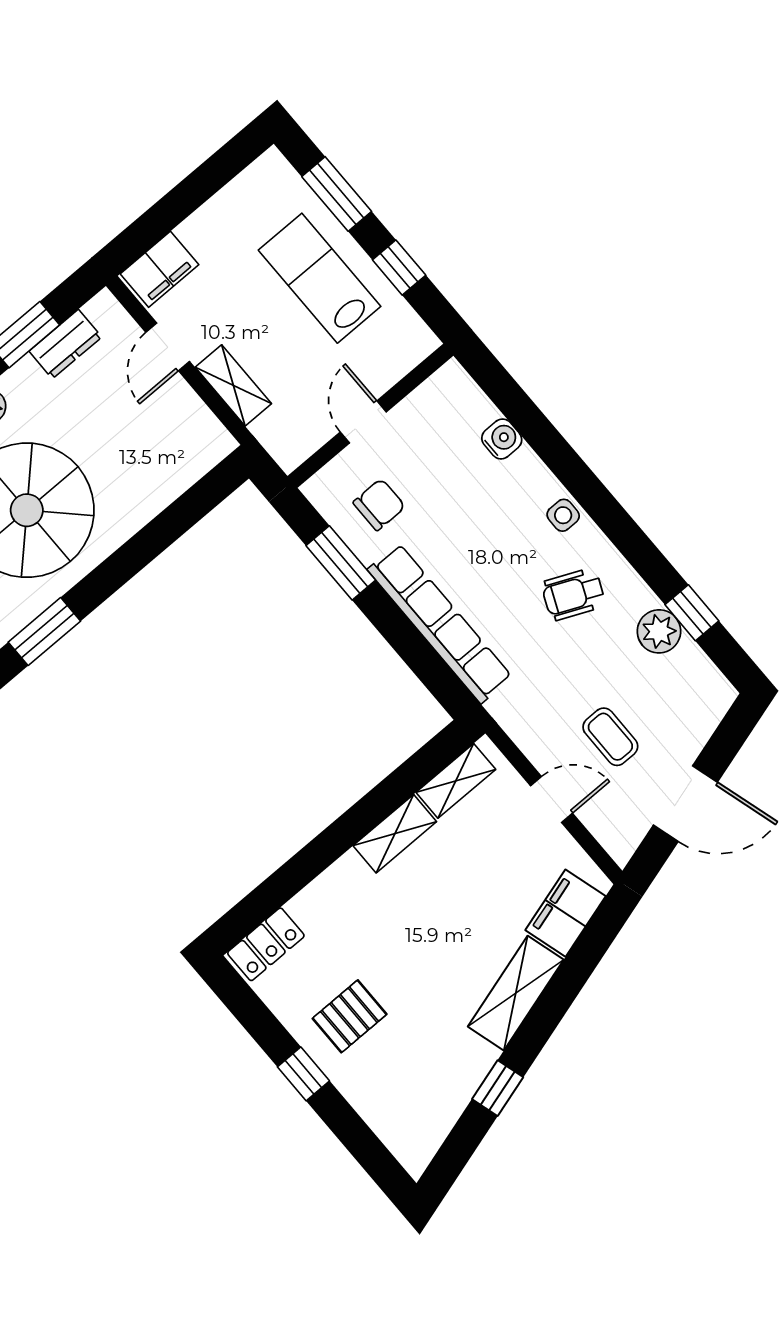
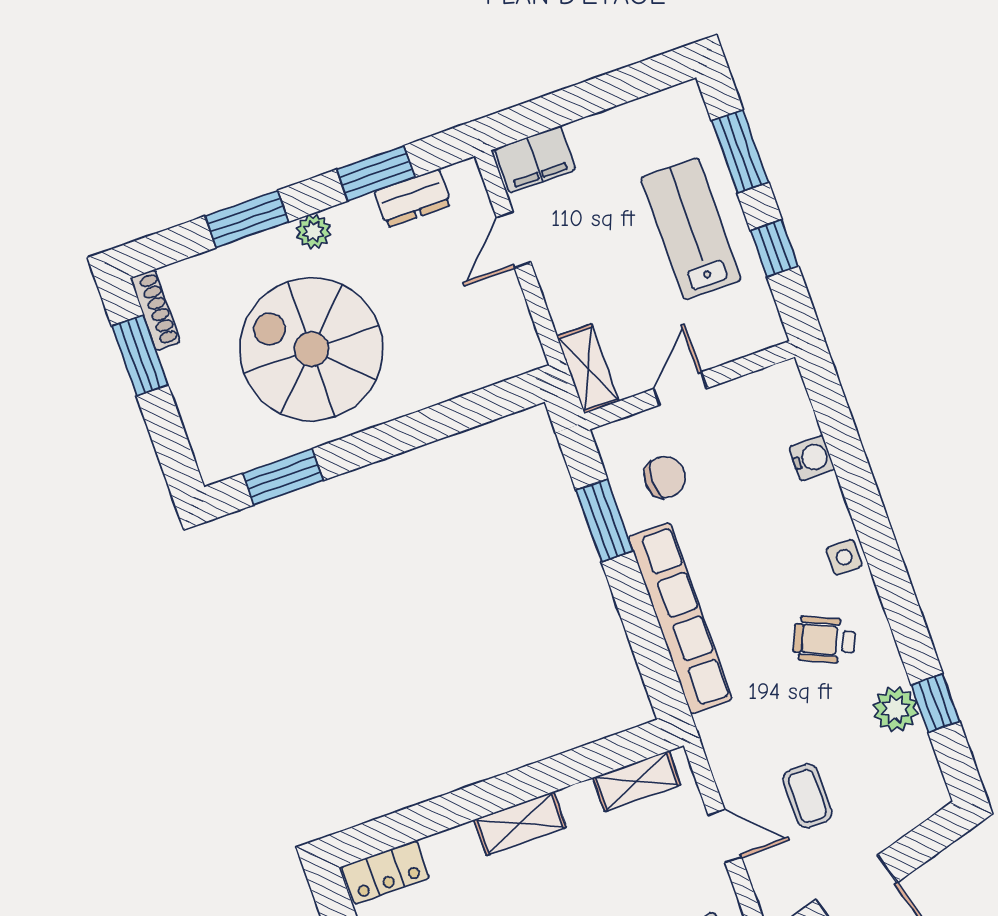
shelving: (233, 385) -> (588, 369), moved
shelving: (395, 834) -> (520, 824), moved

